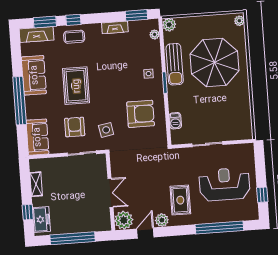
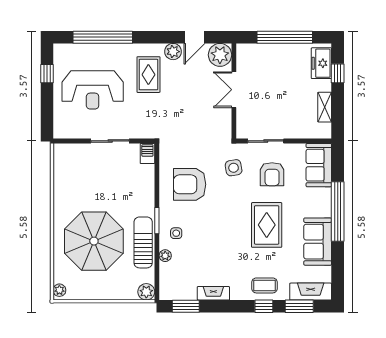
plant: (155, 34) -> (165, 256), moved
barbecue: (175, 121) -> (147, 154), moved

